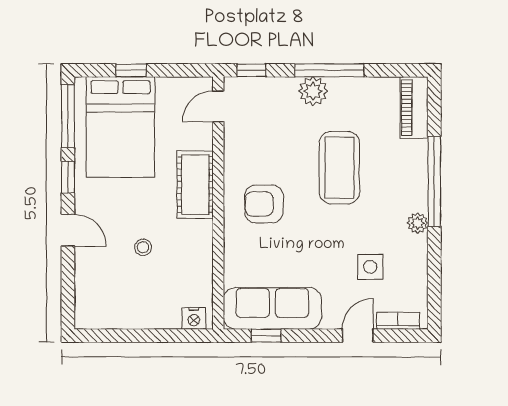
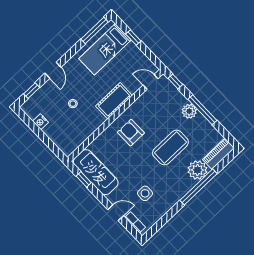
bed: (120, 127) -> (105, 49), width x0.67
window: (68, 177) -> (32, 91), moved
plant: (418, 223) -> (197, 170), moved, width x1.88, depth x1.88
nightstand: (194, 318) -> (41, 122), moved

